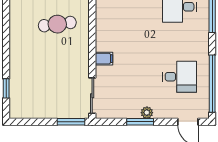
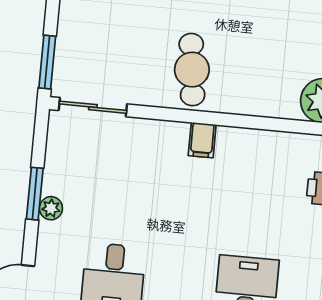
cafe table: (57, 24) -> (192, 70), moved
filing cabinet: (104, 59) -> (202, 140), moved

